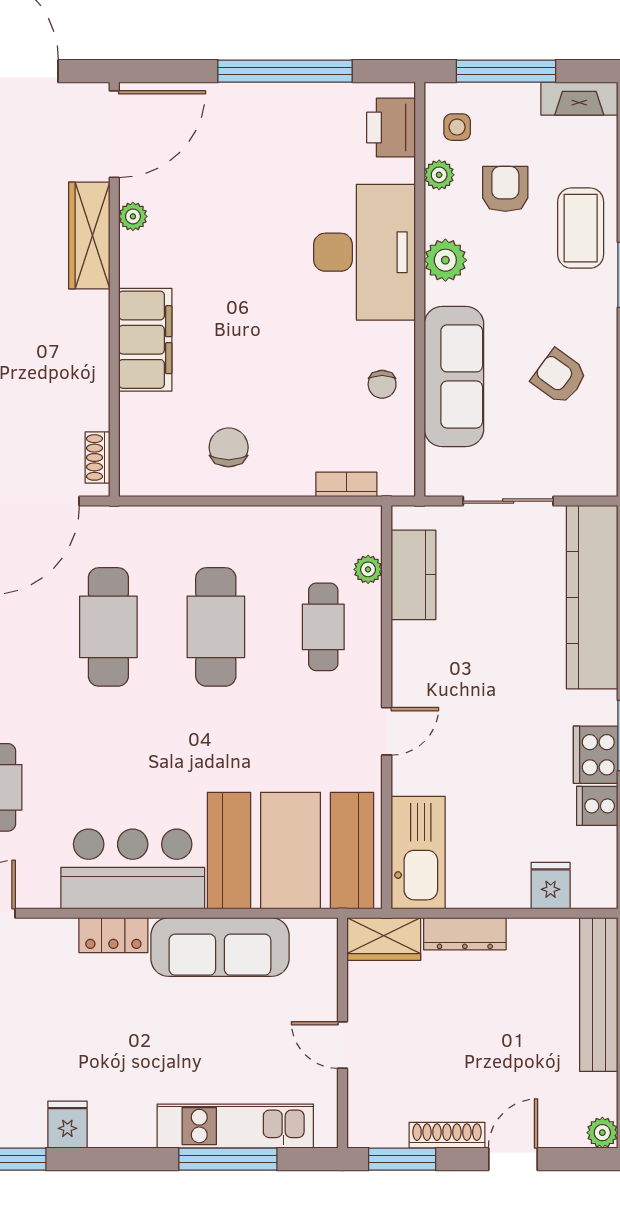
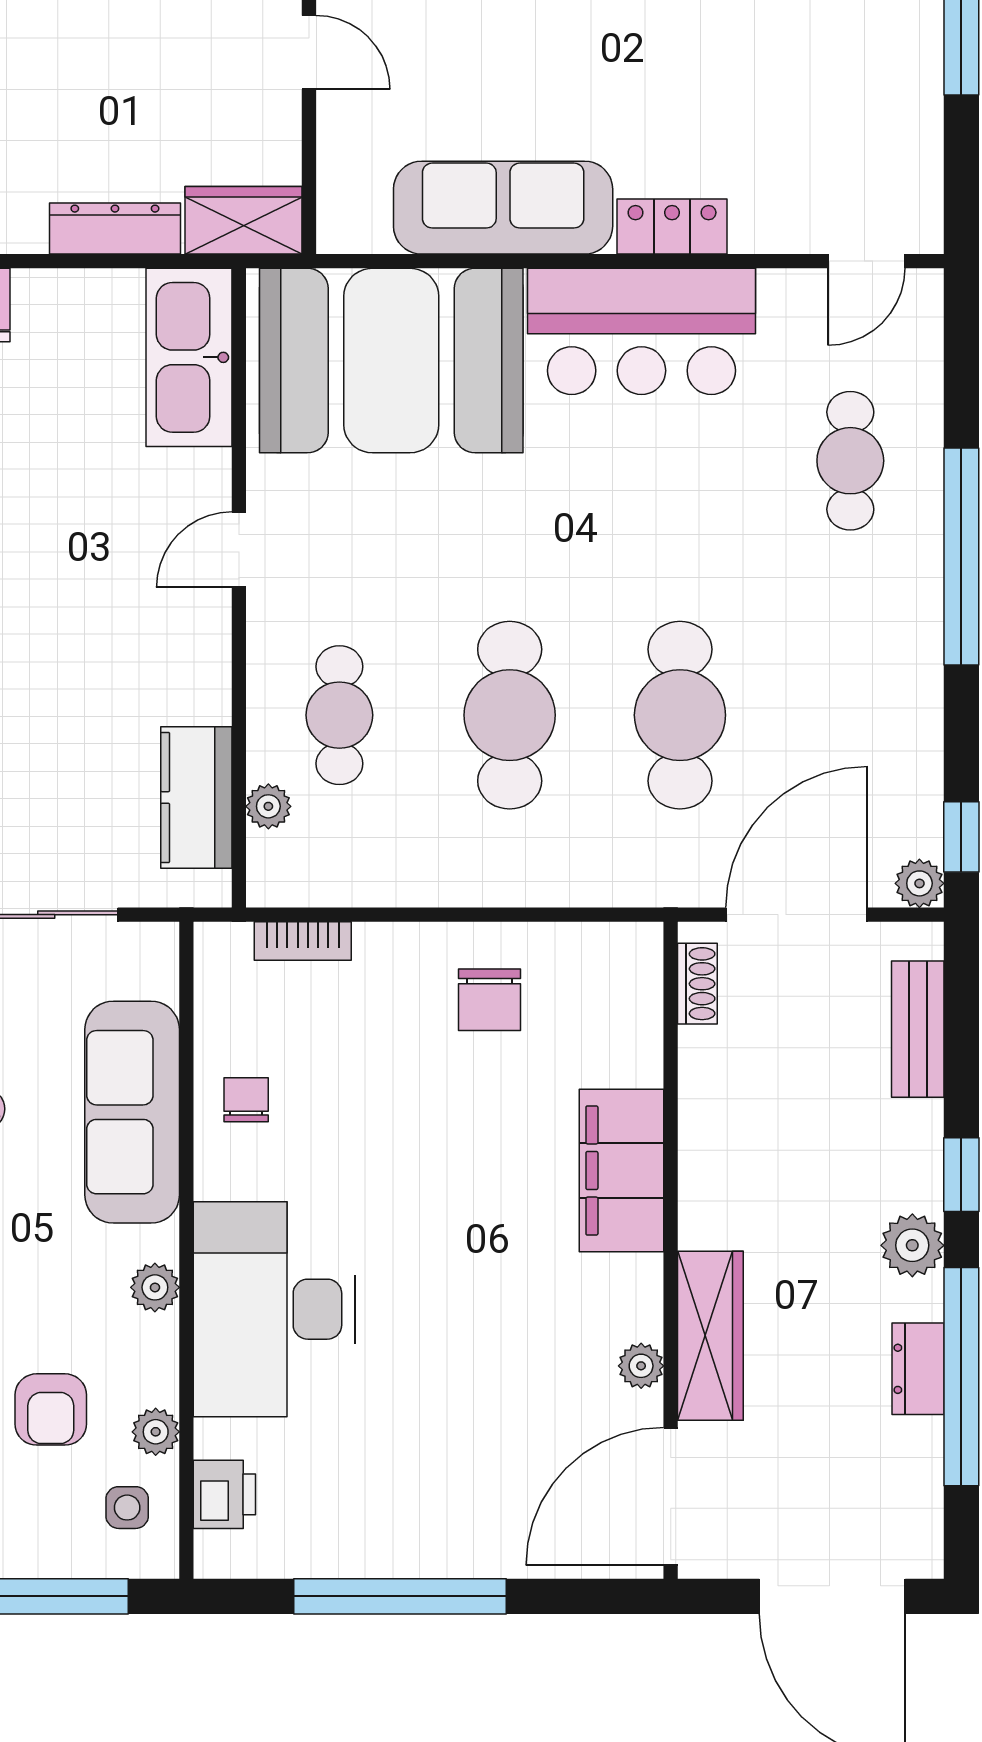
printer: (391, 128) -> (224, 1494), width x0.73, depth x0.81
plant: (445, 260) -> (155, 1287), width x0.73, depth x0.73

